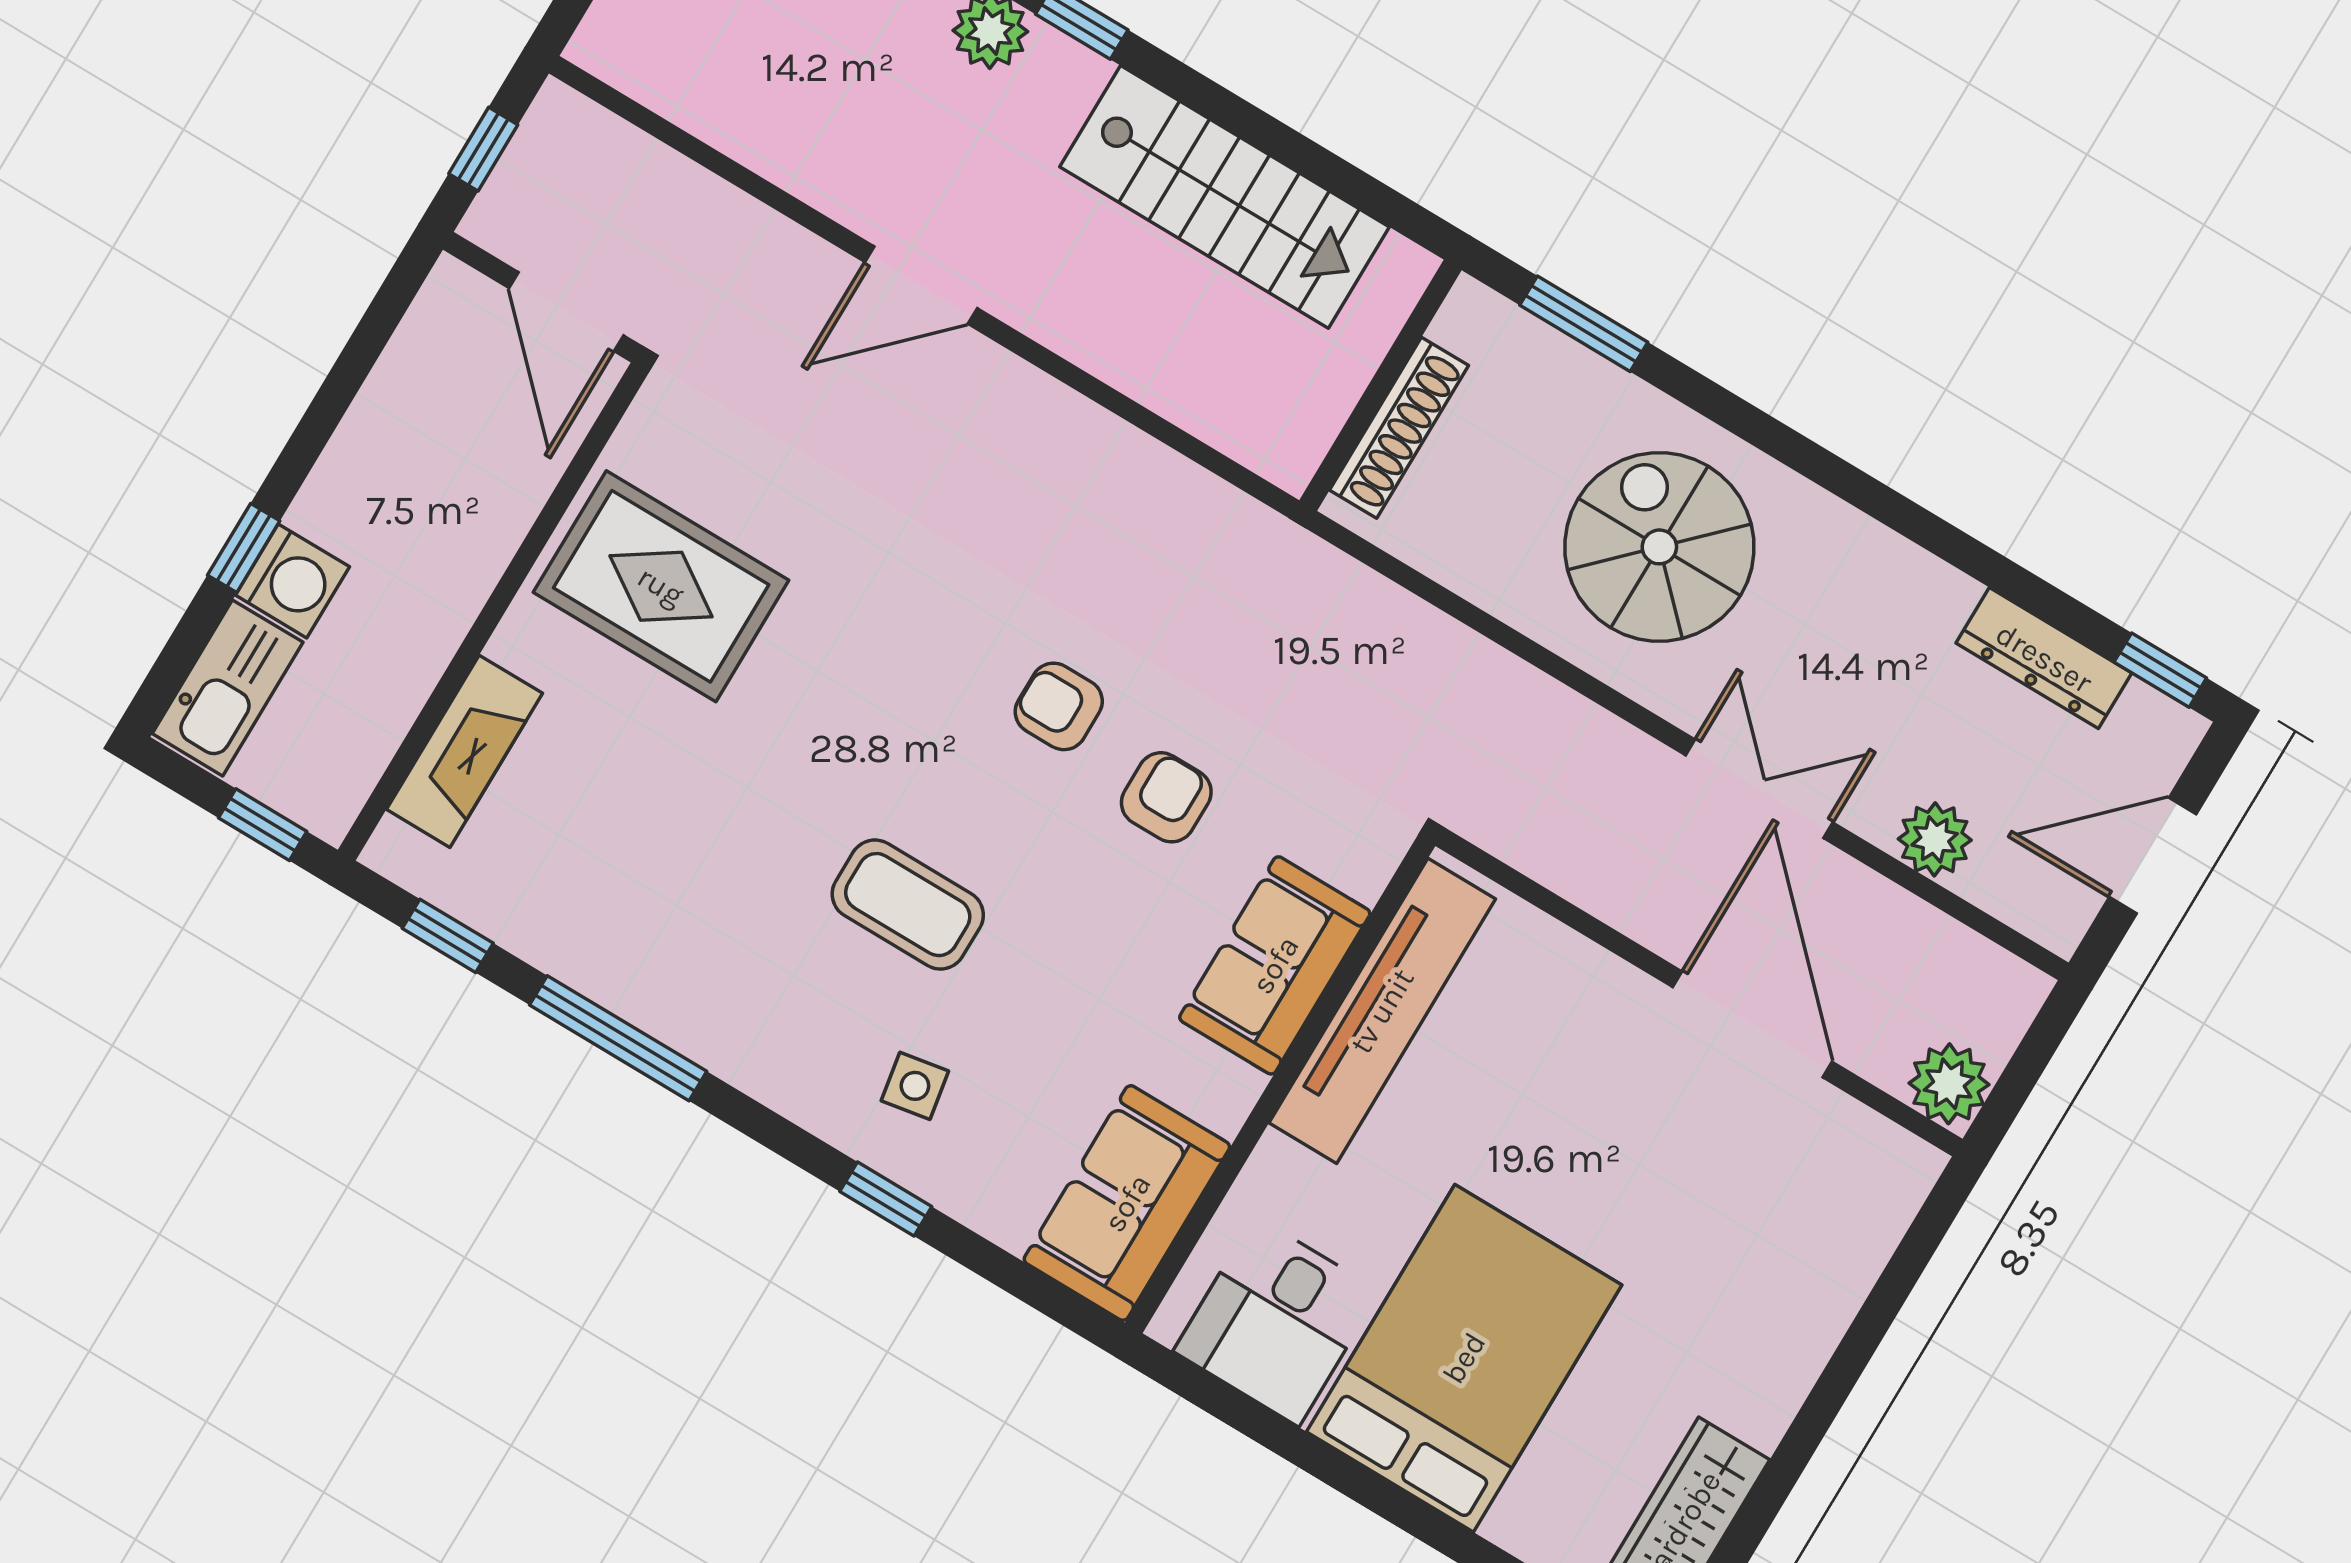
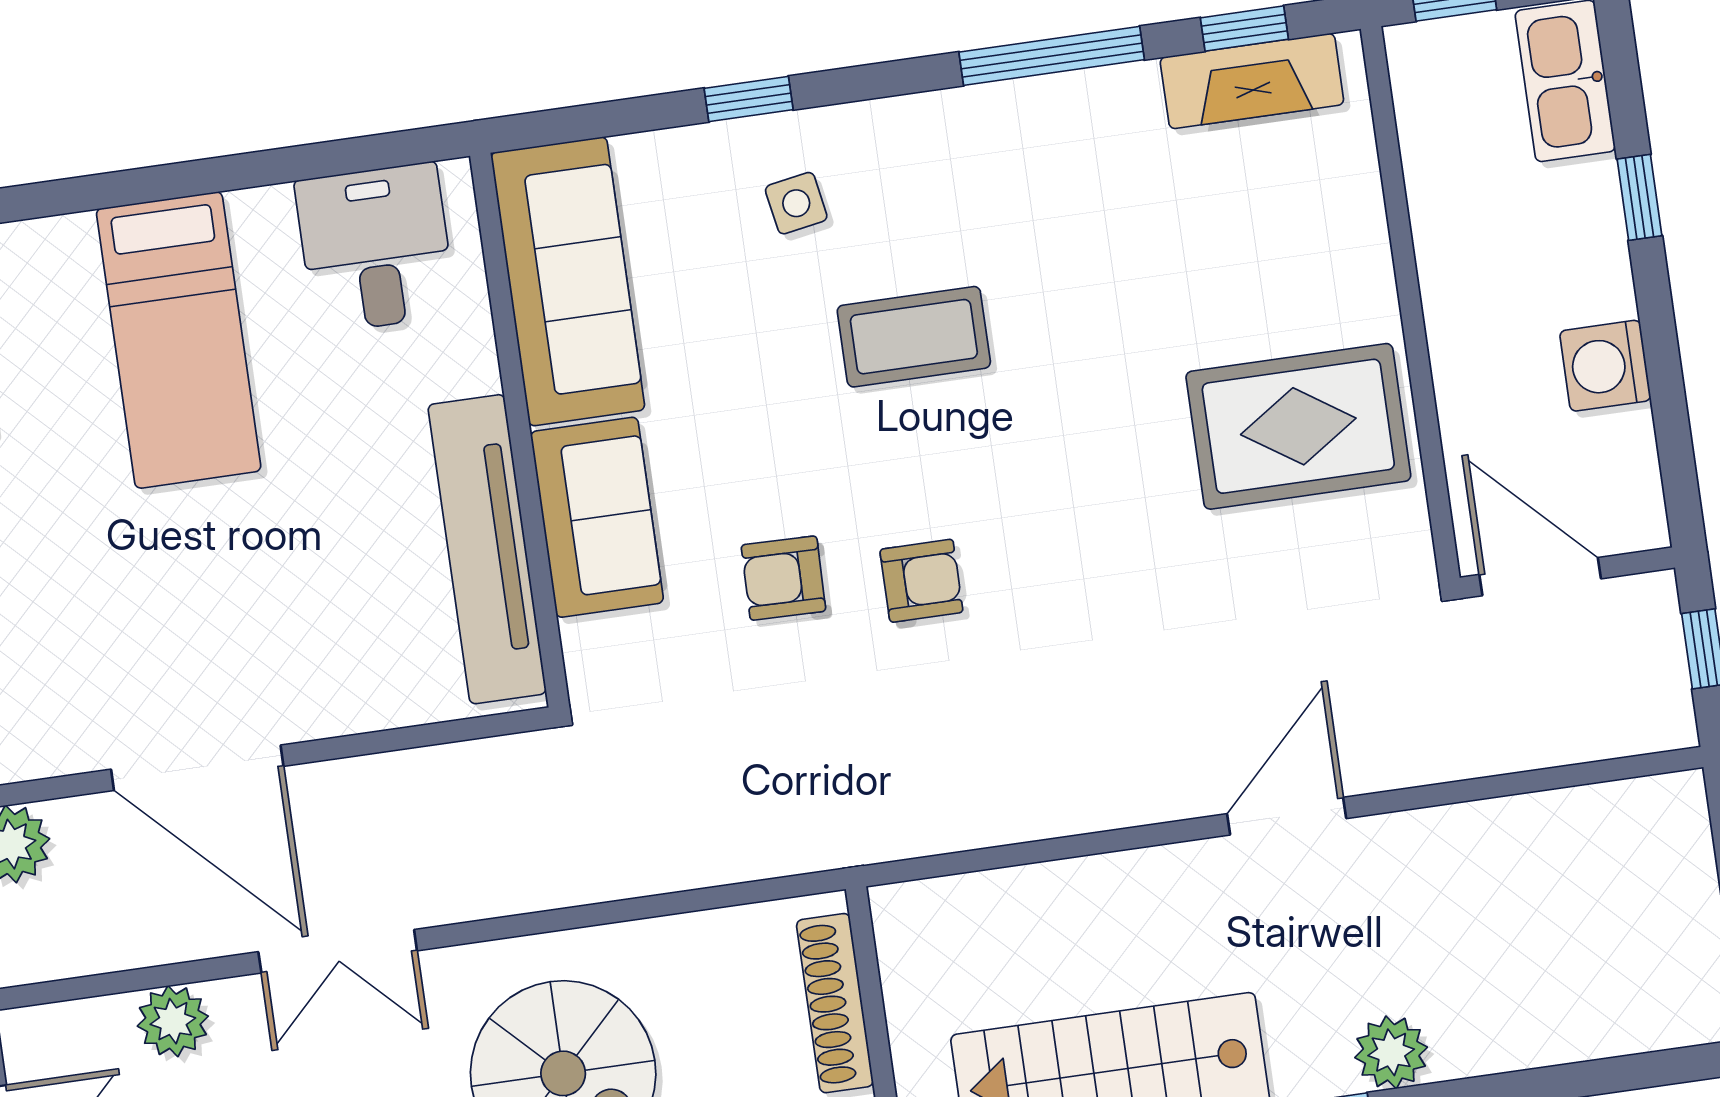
washing machine: (292, 581) -> (1605, 366), moved
fireplace: (464, 751) -> (1252, 81), moved, turned -90
armchair: (1166, 797) -> (783, 578), turned 91
sofa: (1127, 1203) -> (568, 281), width x1.36
bed: (1464, 1358) -> (179, 340), width x0.67

